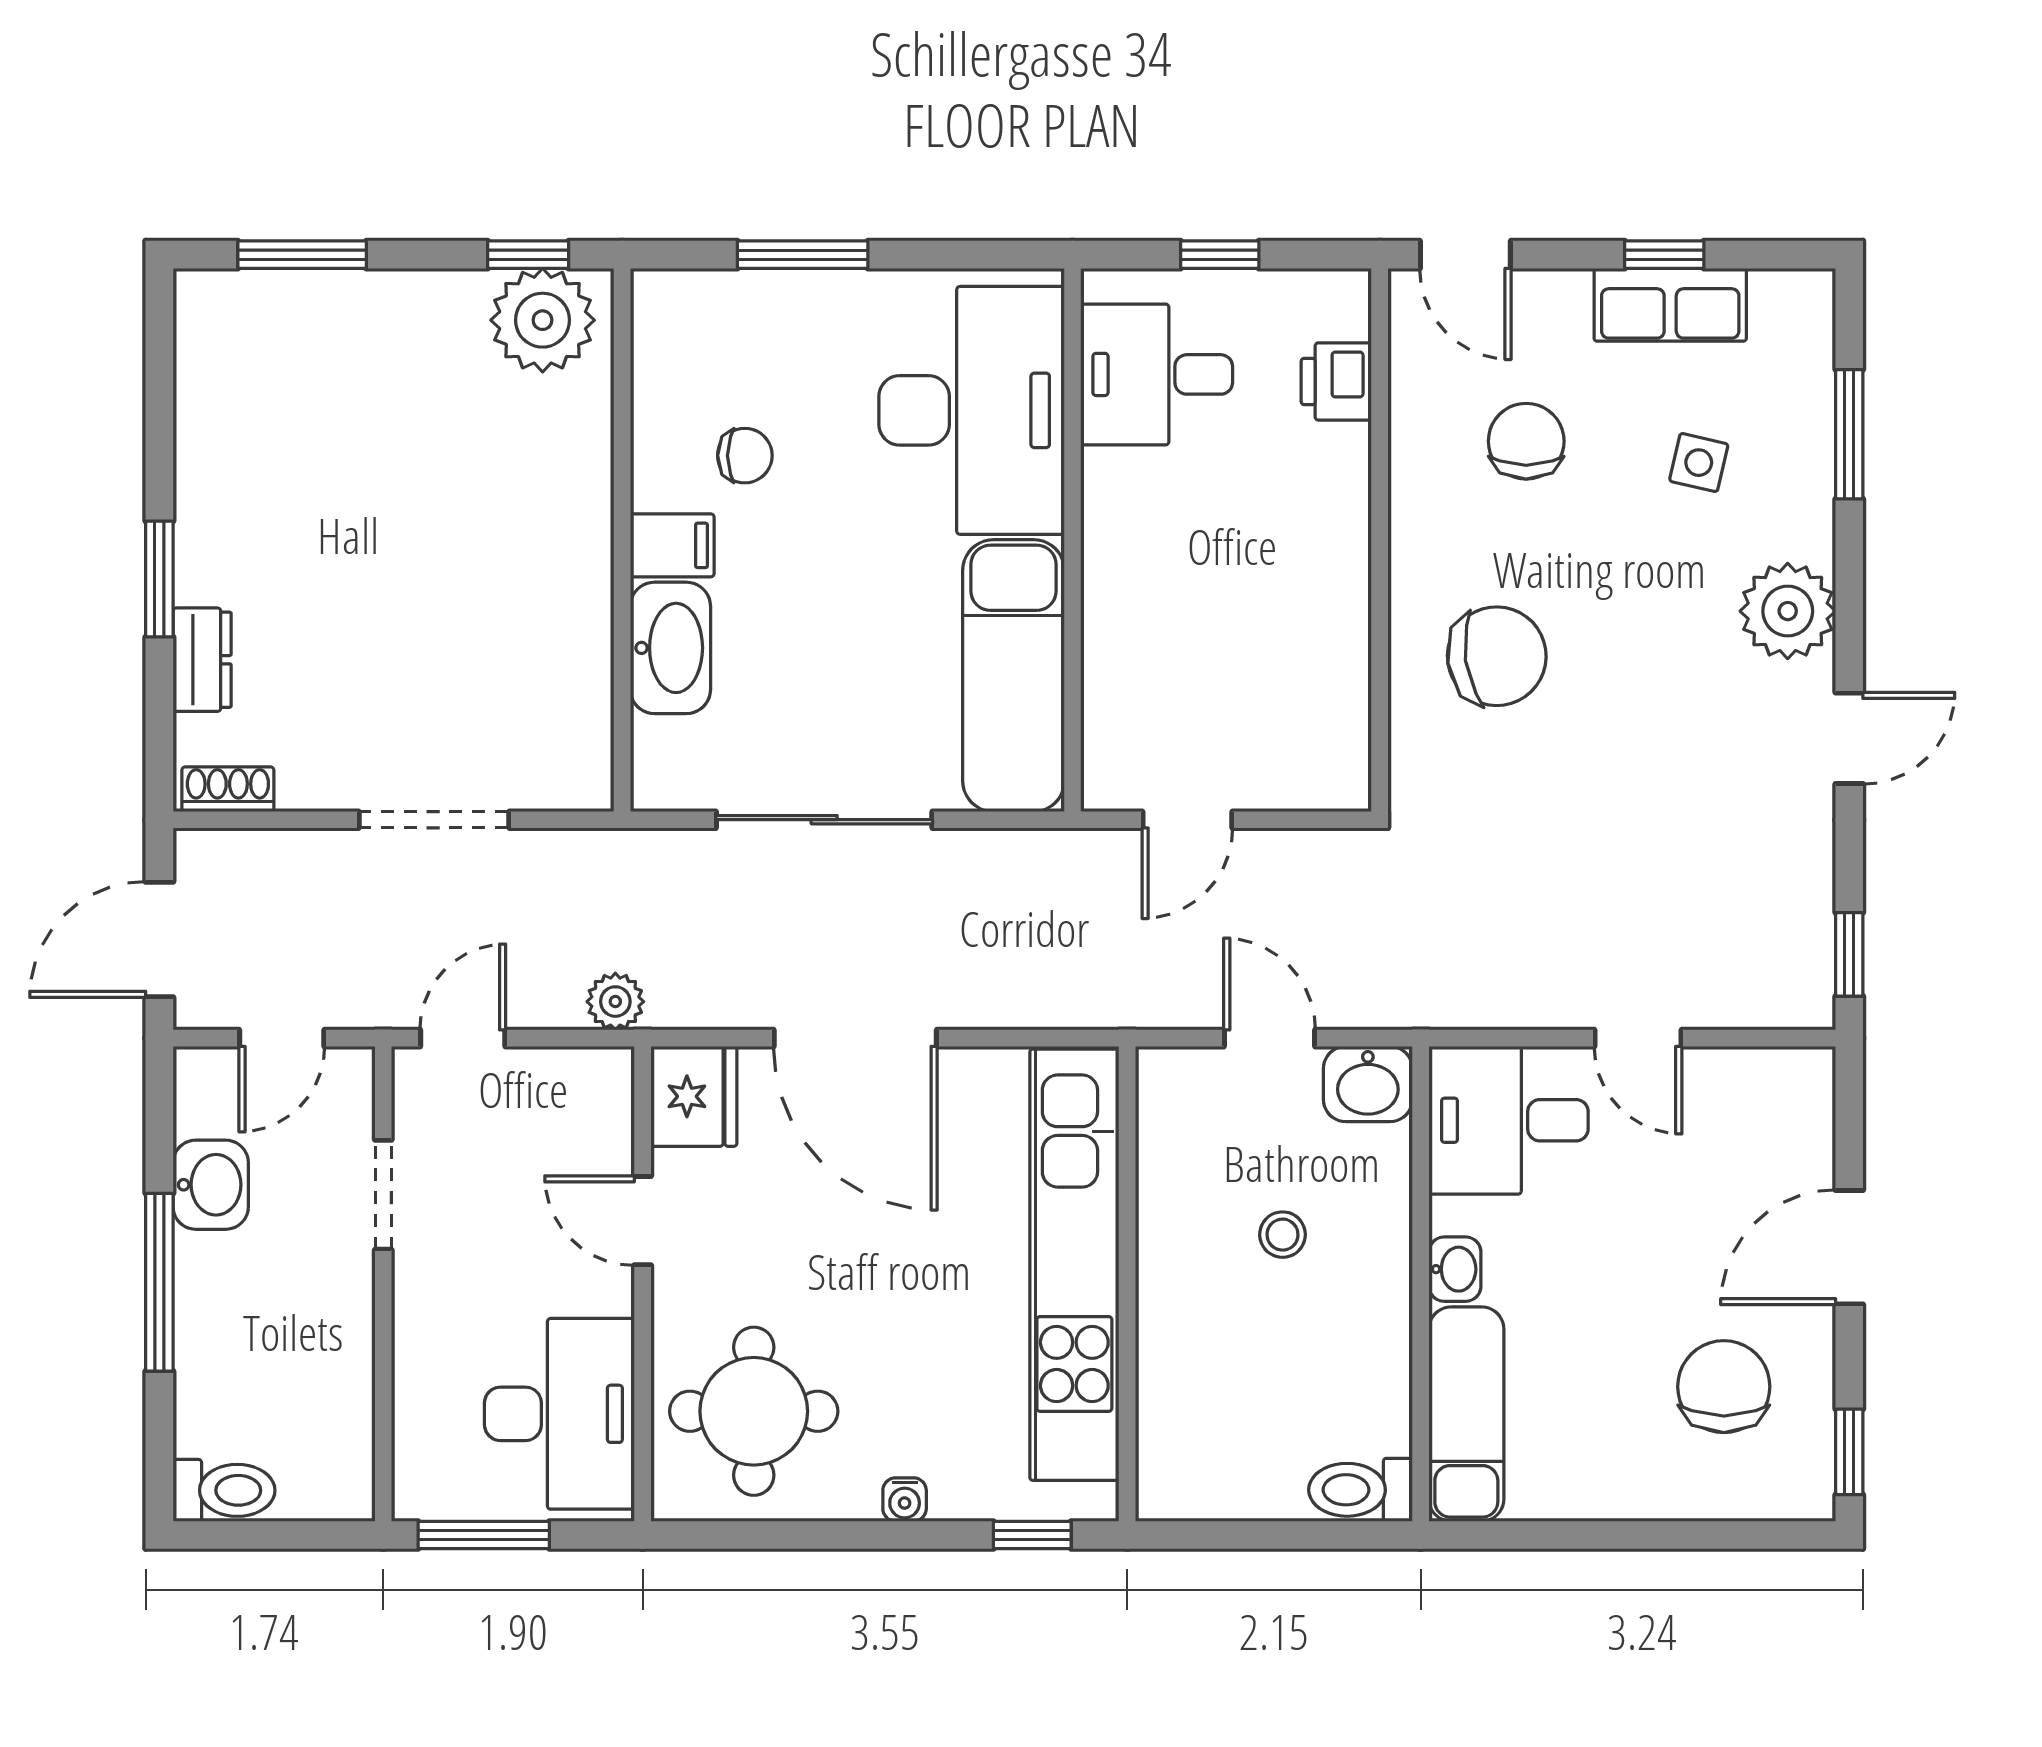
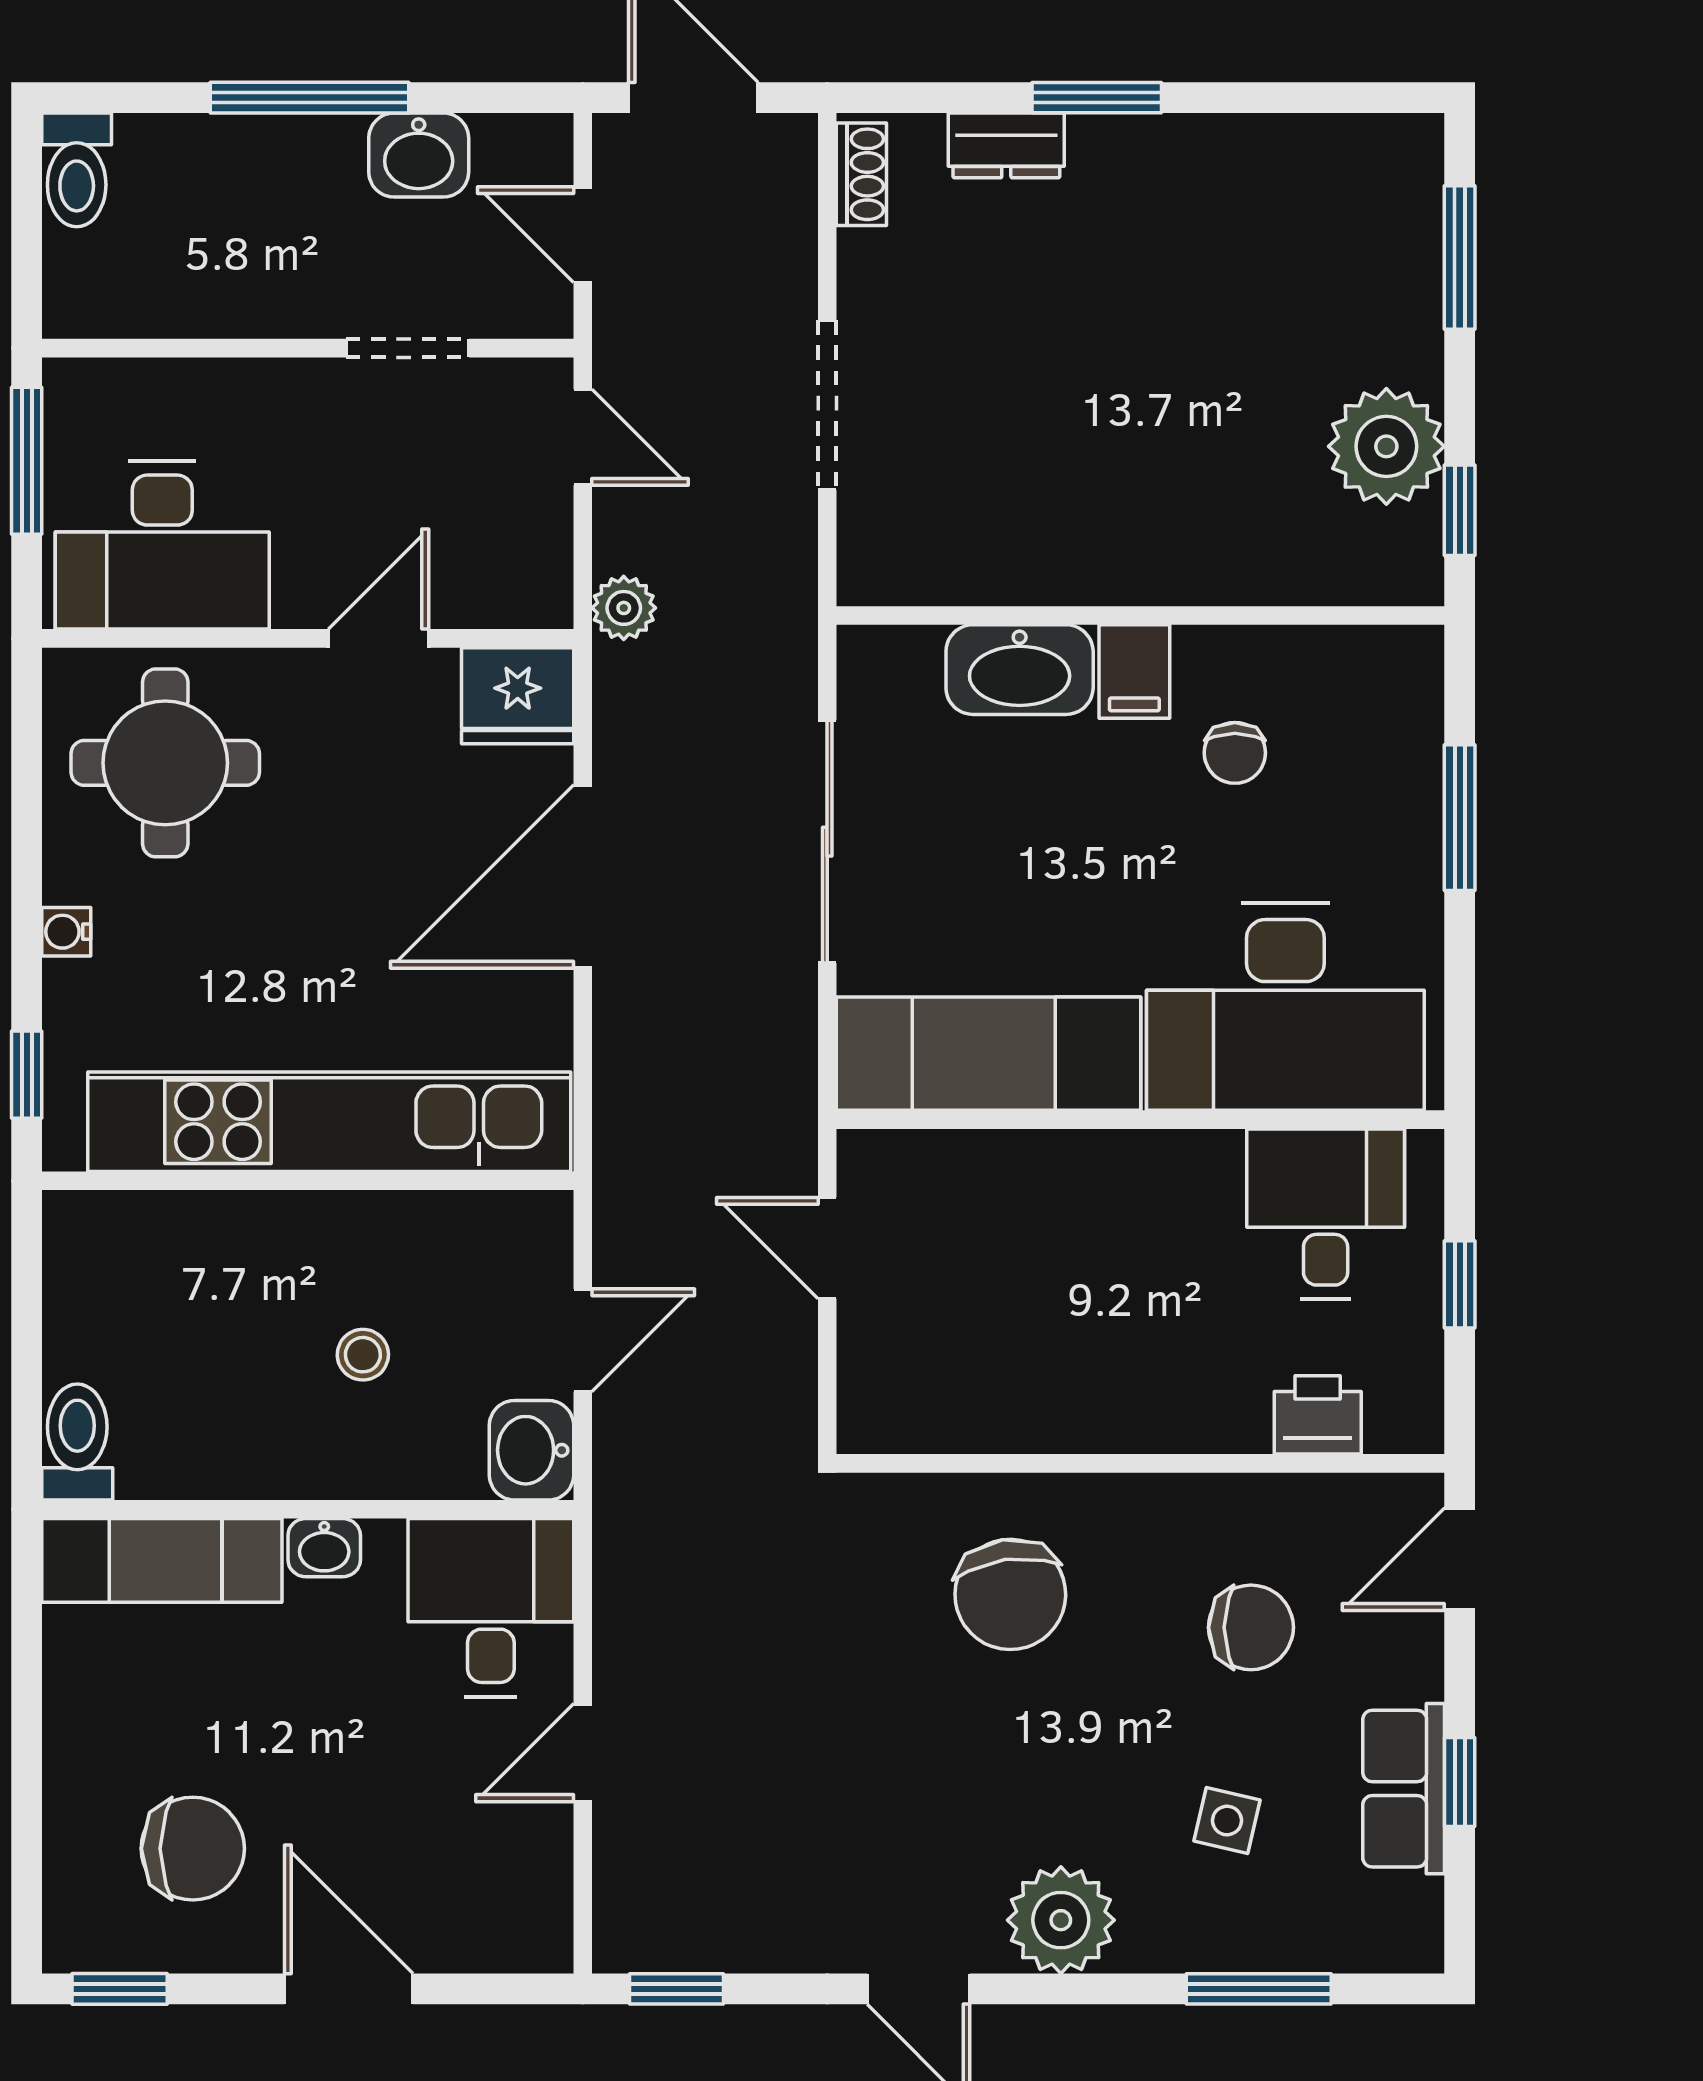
plant: (543, 320) -> (1386, 446), moved

